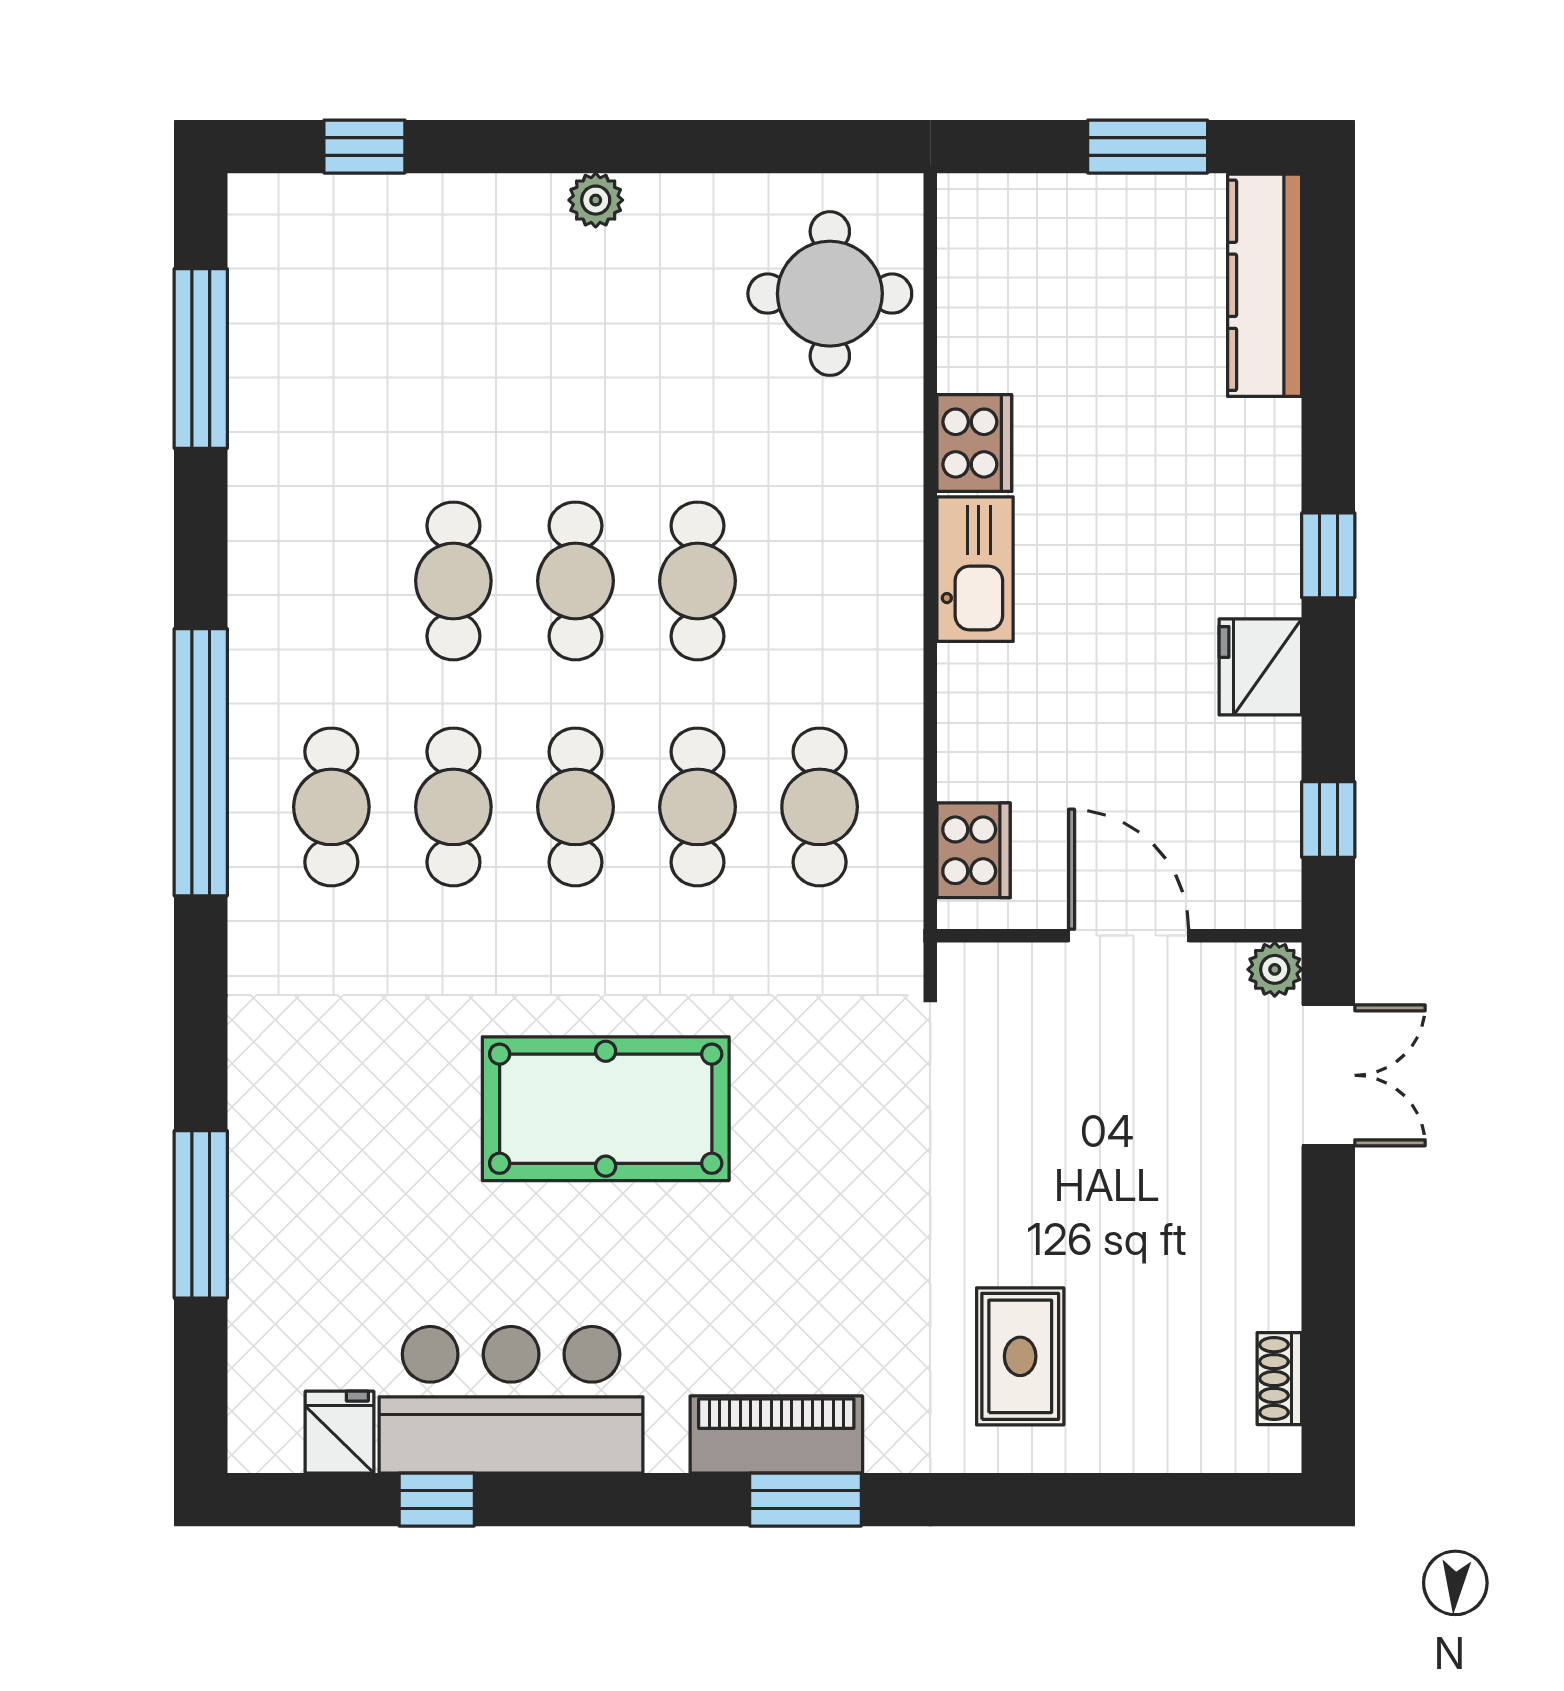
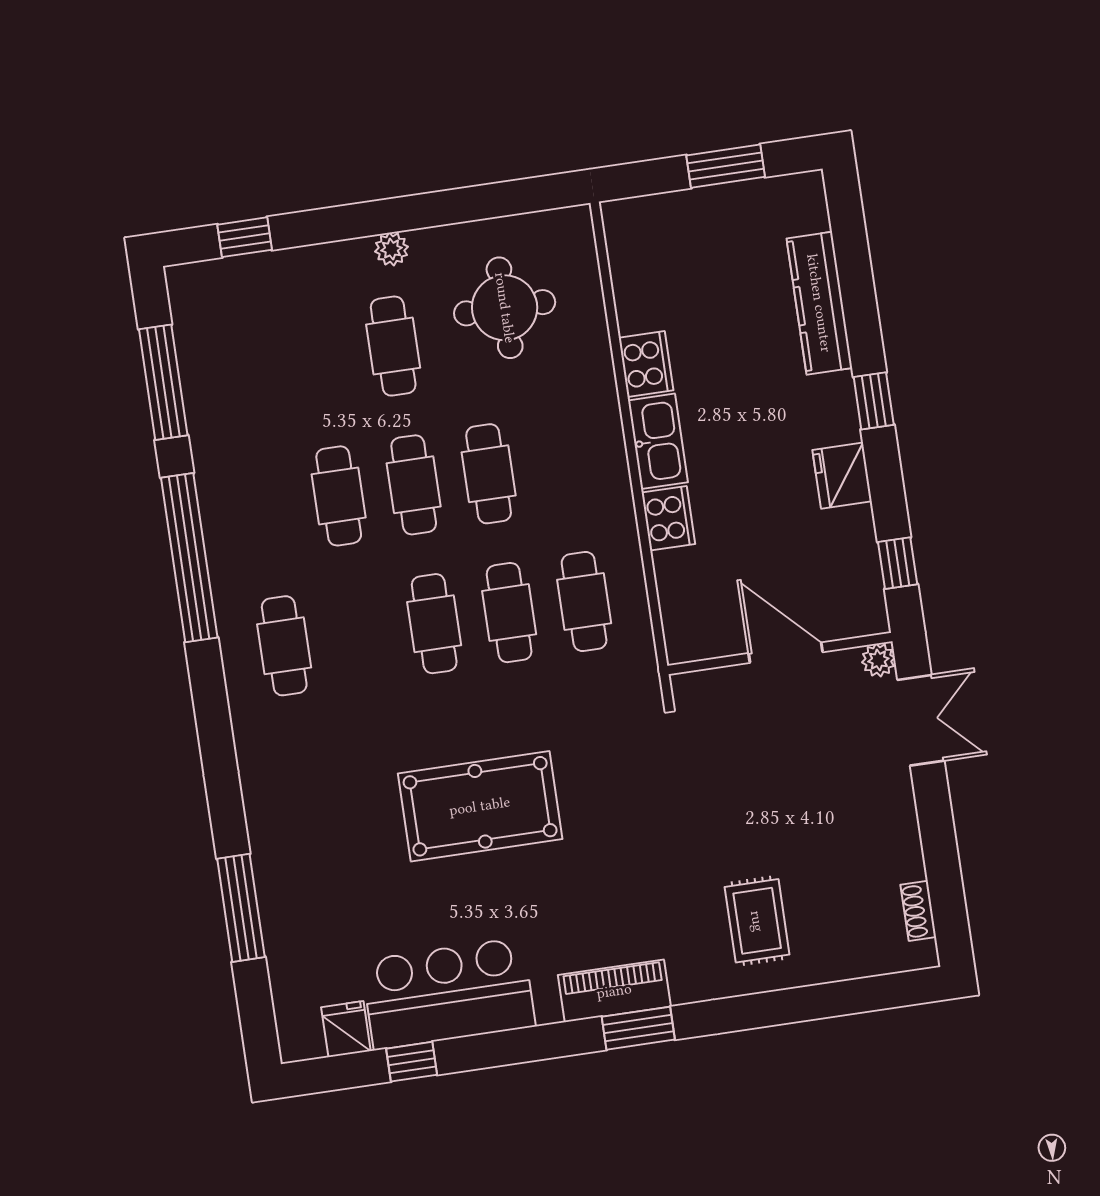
kitchen counter: (1265, 285) -> (819, 303), moved
round table: (830, 294) -> (505, 308), moved
window: (201, 762) -> (189, 558), moved
cafe table: (453, 807) -> (393, 346), moved
cooker: (974, 850) -> (668, 518), moved

